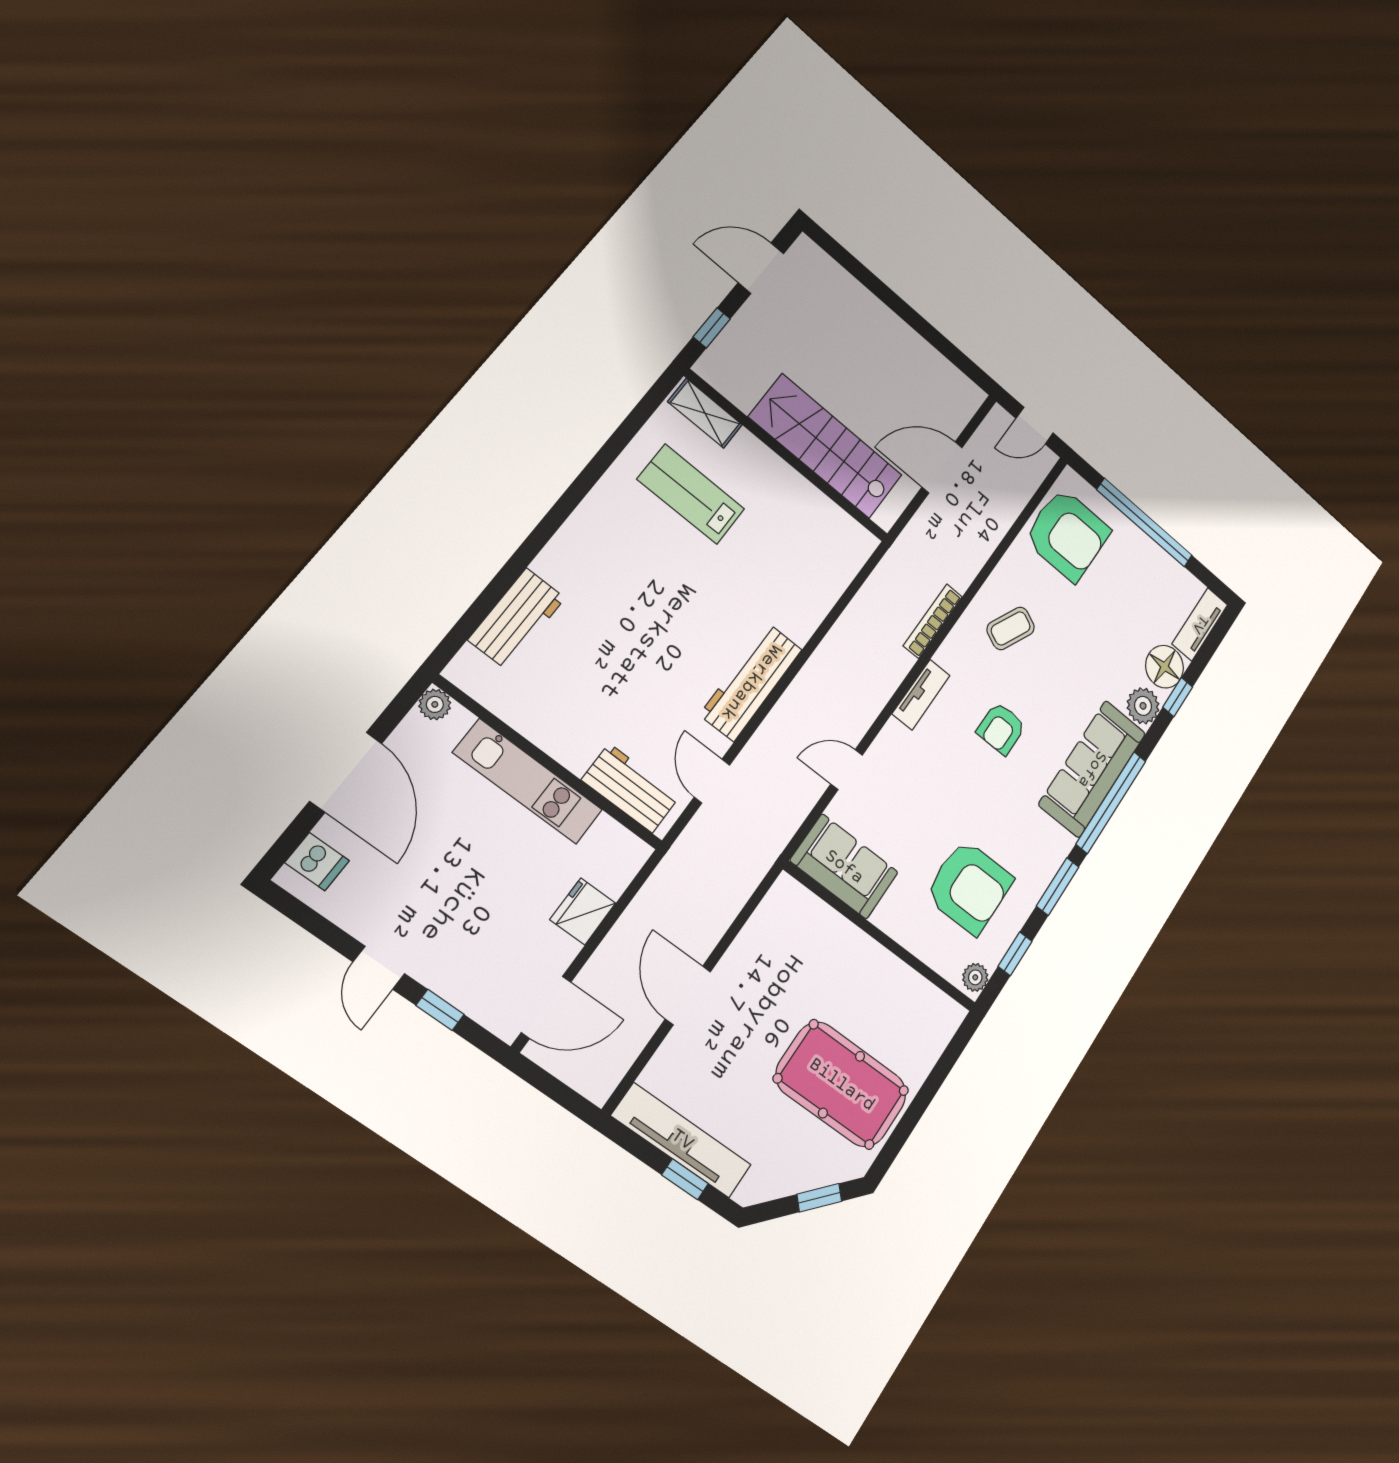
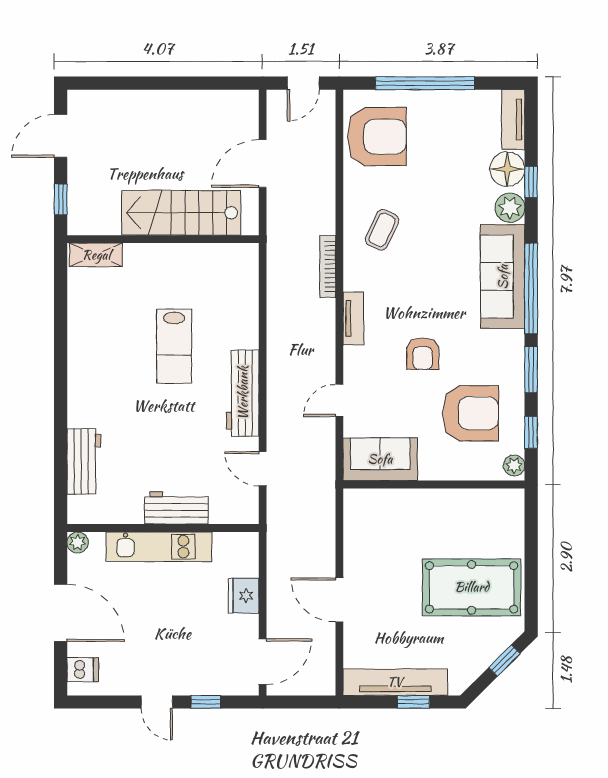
lab bench: (691, 494) -> (174, 346), moved, turned -90
armchair: (1001, 728) -> (423, 354), moved
workbench: (631, 788) -> (176, 508), moved

